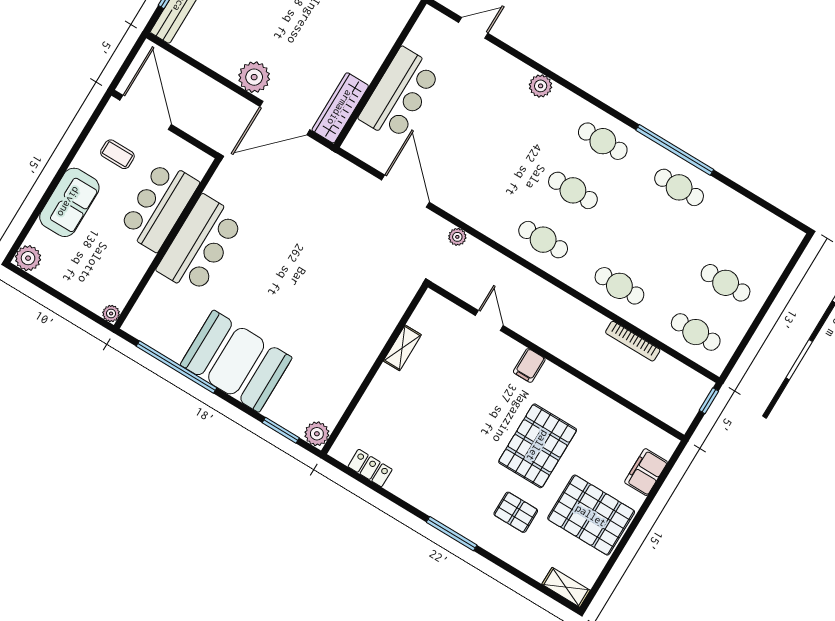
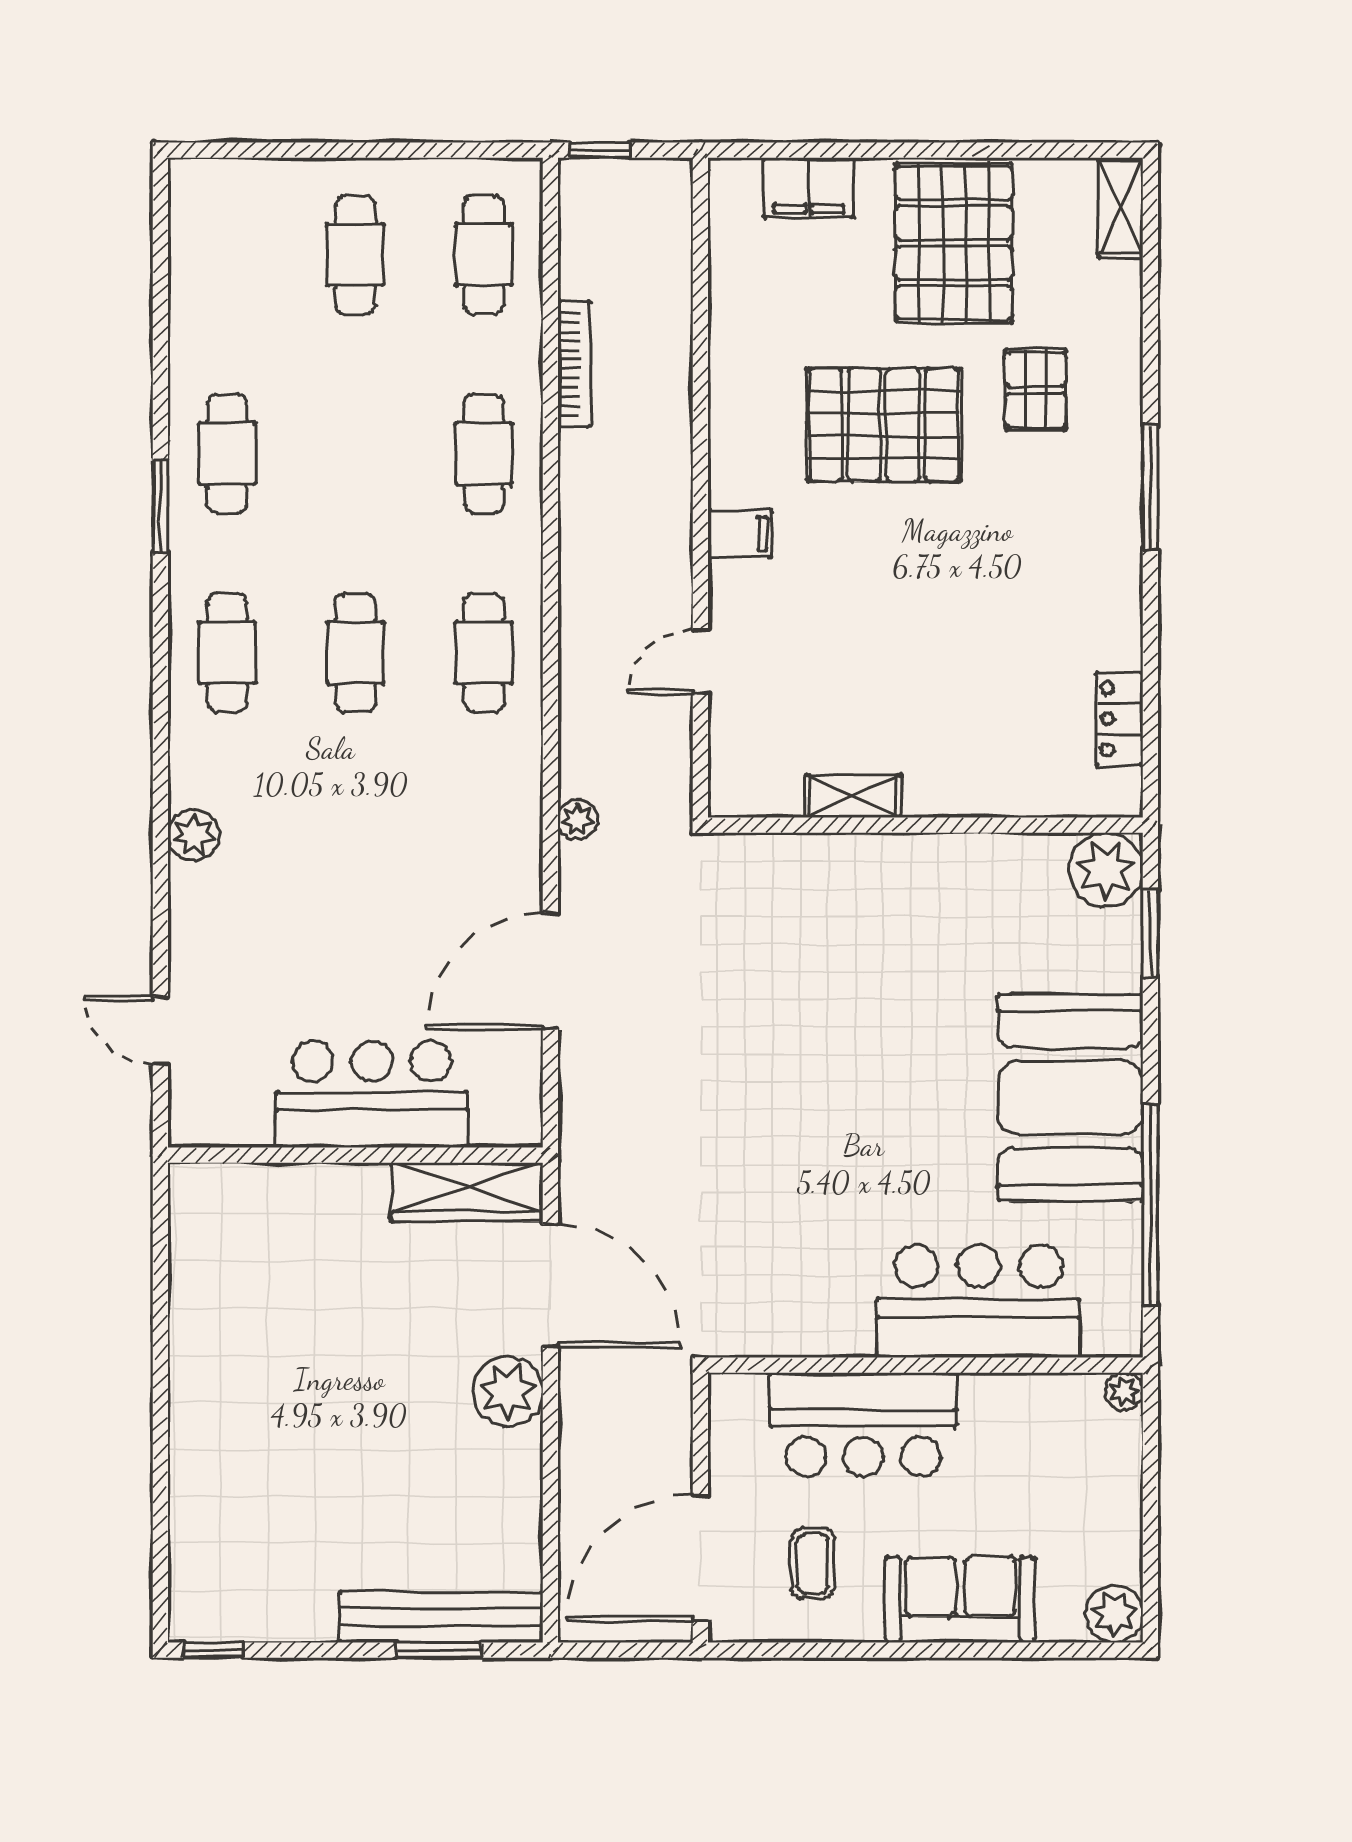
window: (675, 150) -> (160, 505), width x0.47
bar counter: (200, 245) -> (978, 1301), moved
plant: (317, 434) -> (1106, 870), width x1.36, depth x1.36

